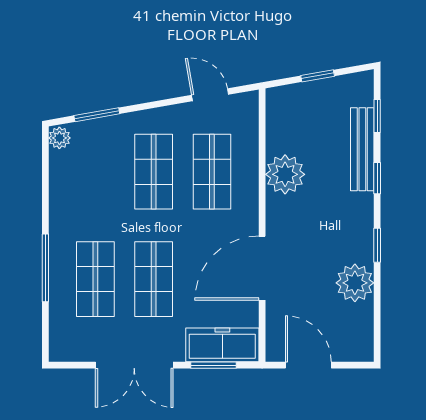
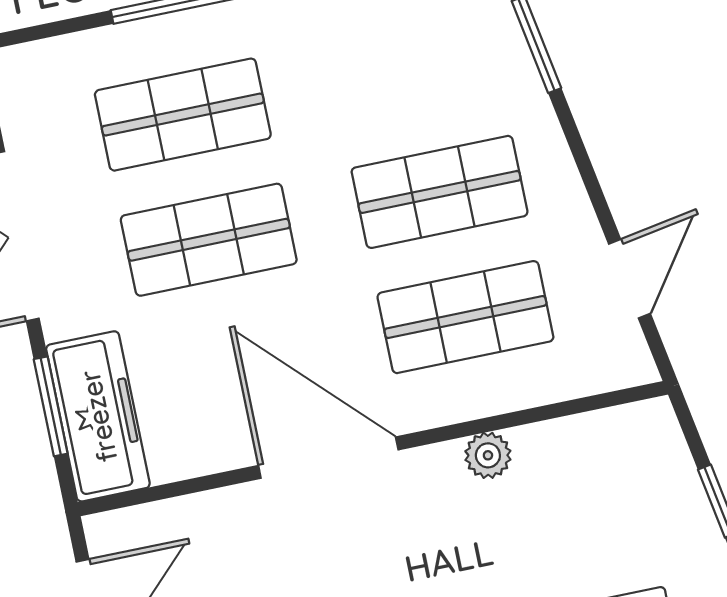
plant: (285, 174) -> (488, 455), width x0.53, depth x0.53
door: (262, 268) -> (328, 458), moved

